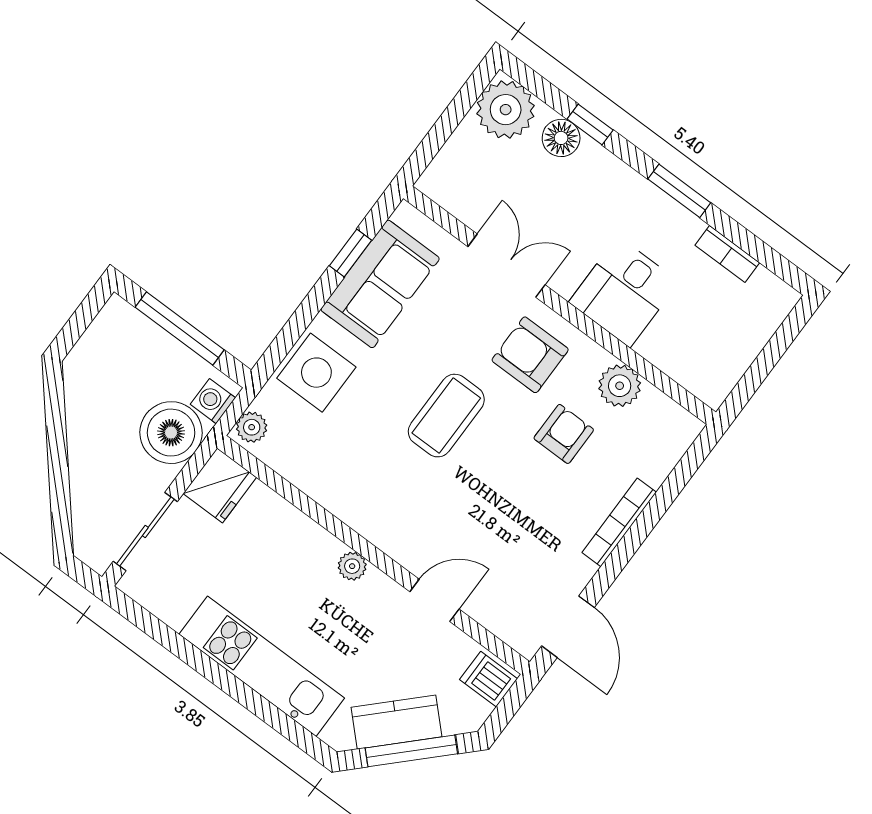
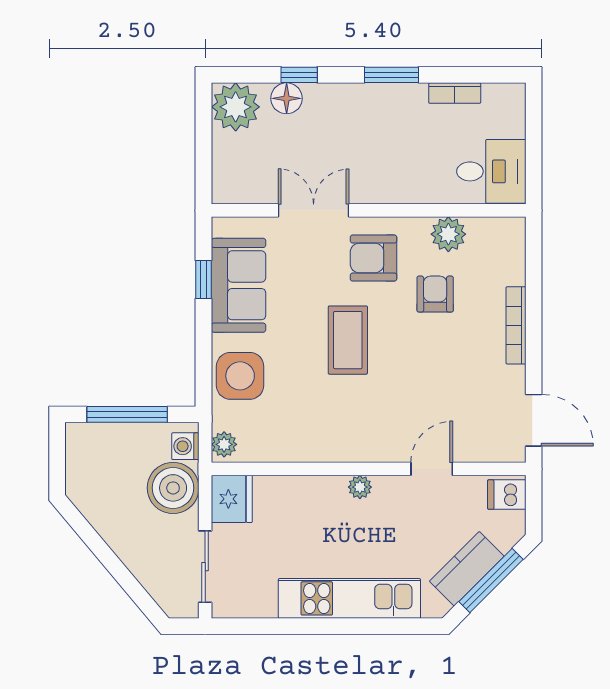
desk: (624, 292) -> (491, 171), moved, turned -90

